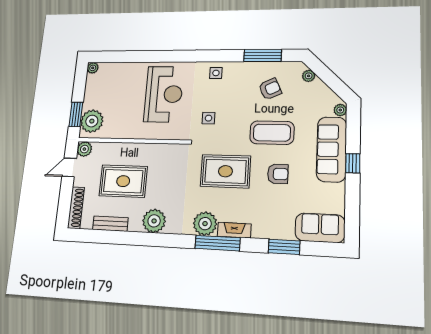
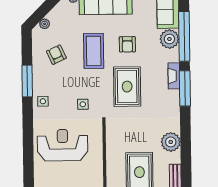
window: (263, 56) -> (27, 81), moved
armchair: (278, 174) -> (127, 44), turned 180
plant: (205, 224) -> (169, 39), moved
window: (284, 247) -> (184, 36), width x2.11

